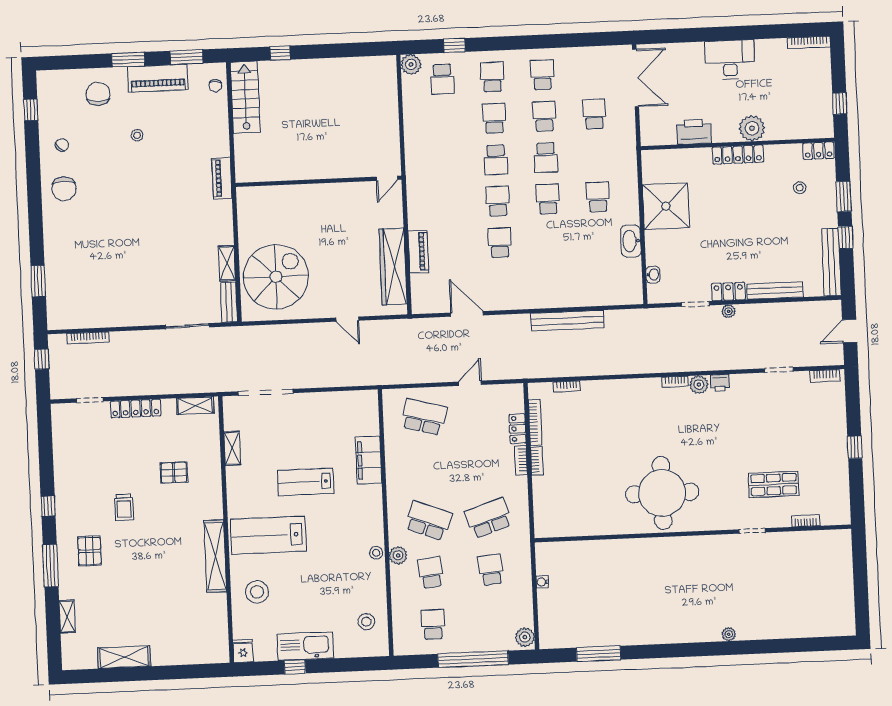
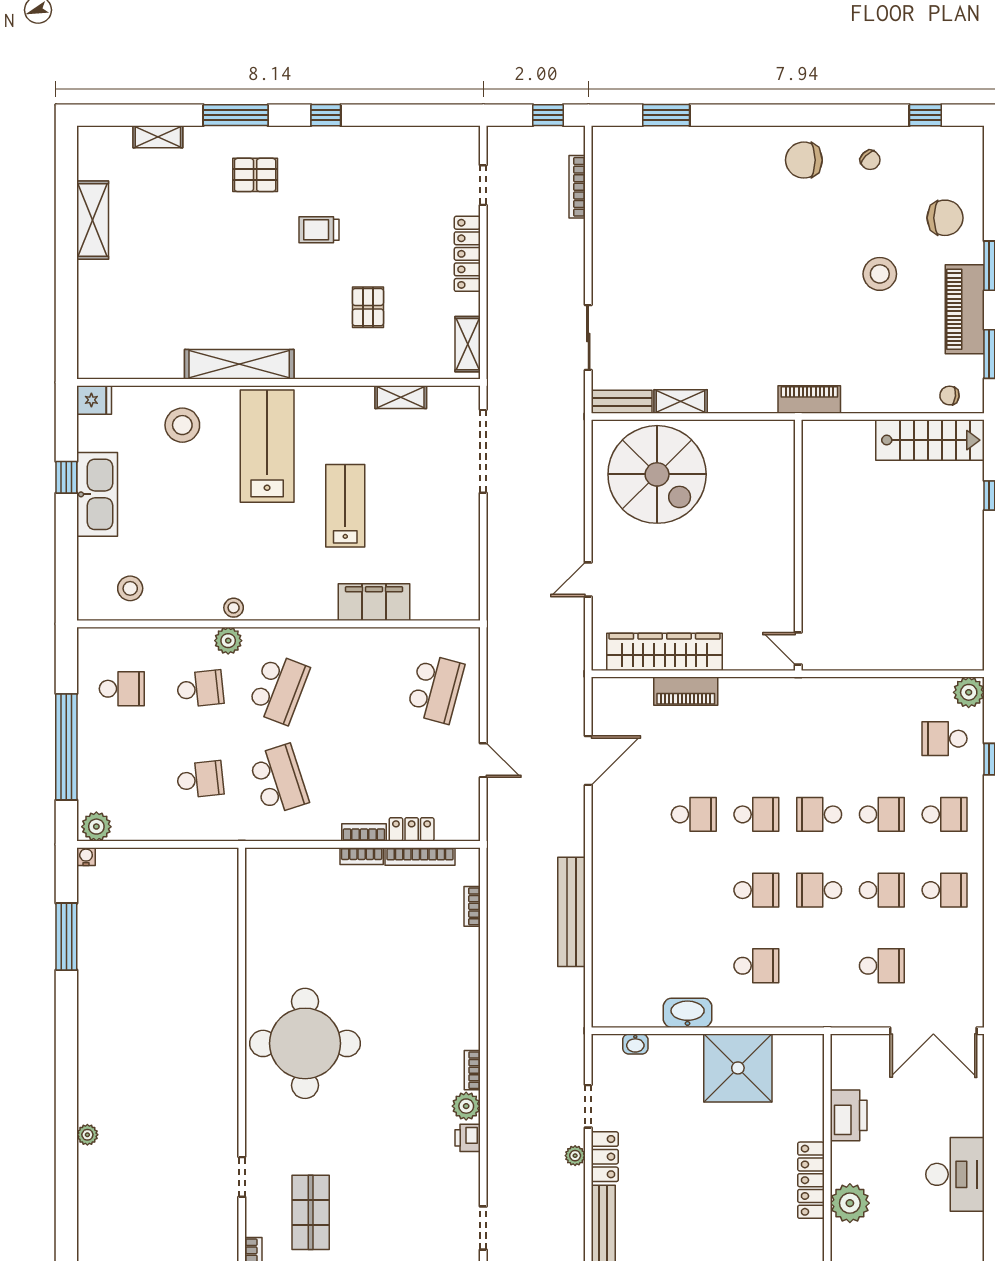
stool: (137, 135) -> (880, 274), width x1.89, depth x1.89
water cooler: (542, 582) -> (86, 857), moved

